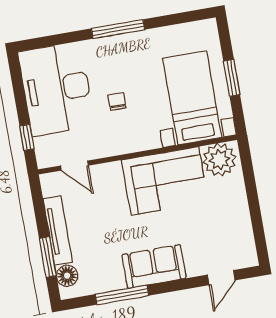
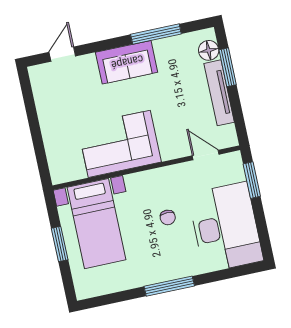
window: (27, 137) -> (252, 180), width x1.50
plant: (219, 160) -> (68, 166), removed

